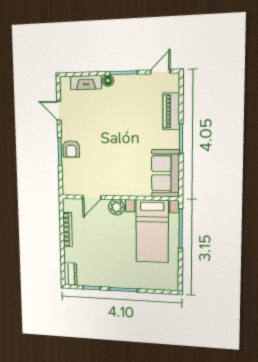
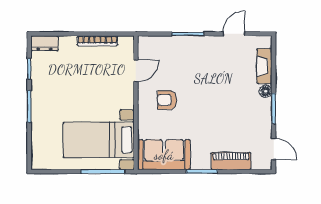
armchair: (71, 149) -> (167, 100), moved
door: (92, 197) -> (136, 71), swing flipped
plant: (117, 207) -> (125, 99), removed

